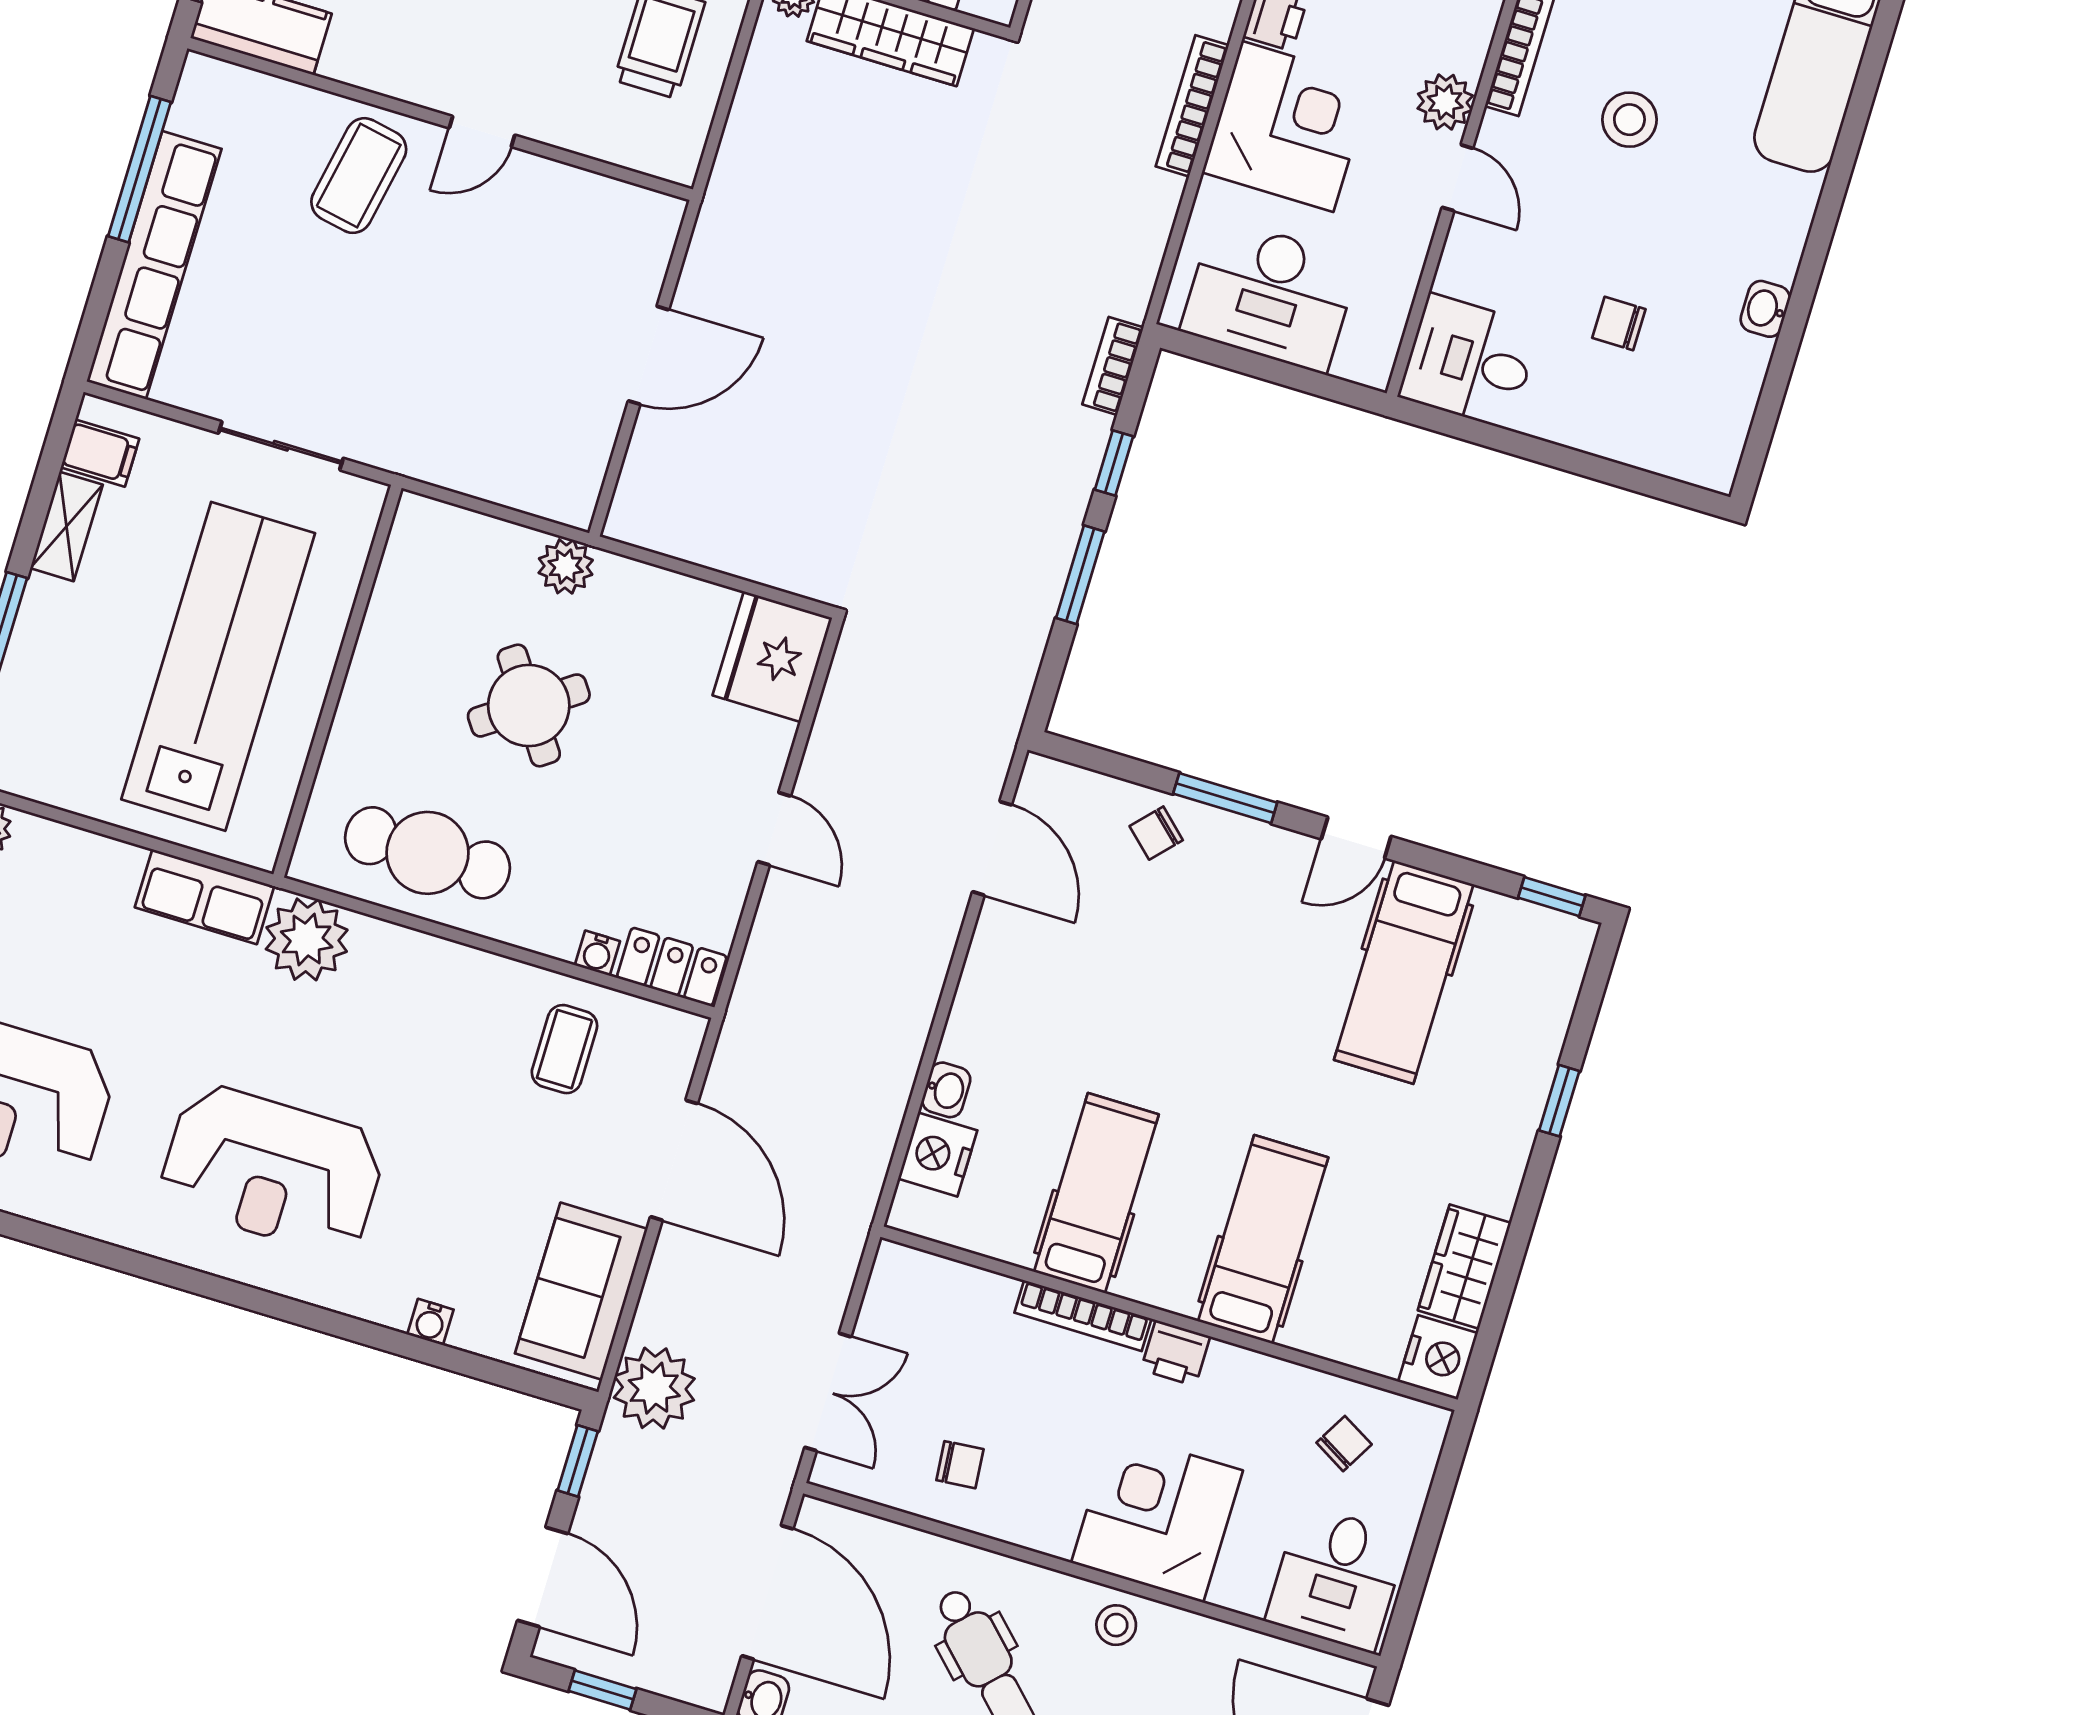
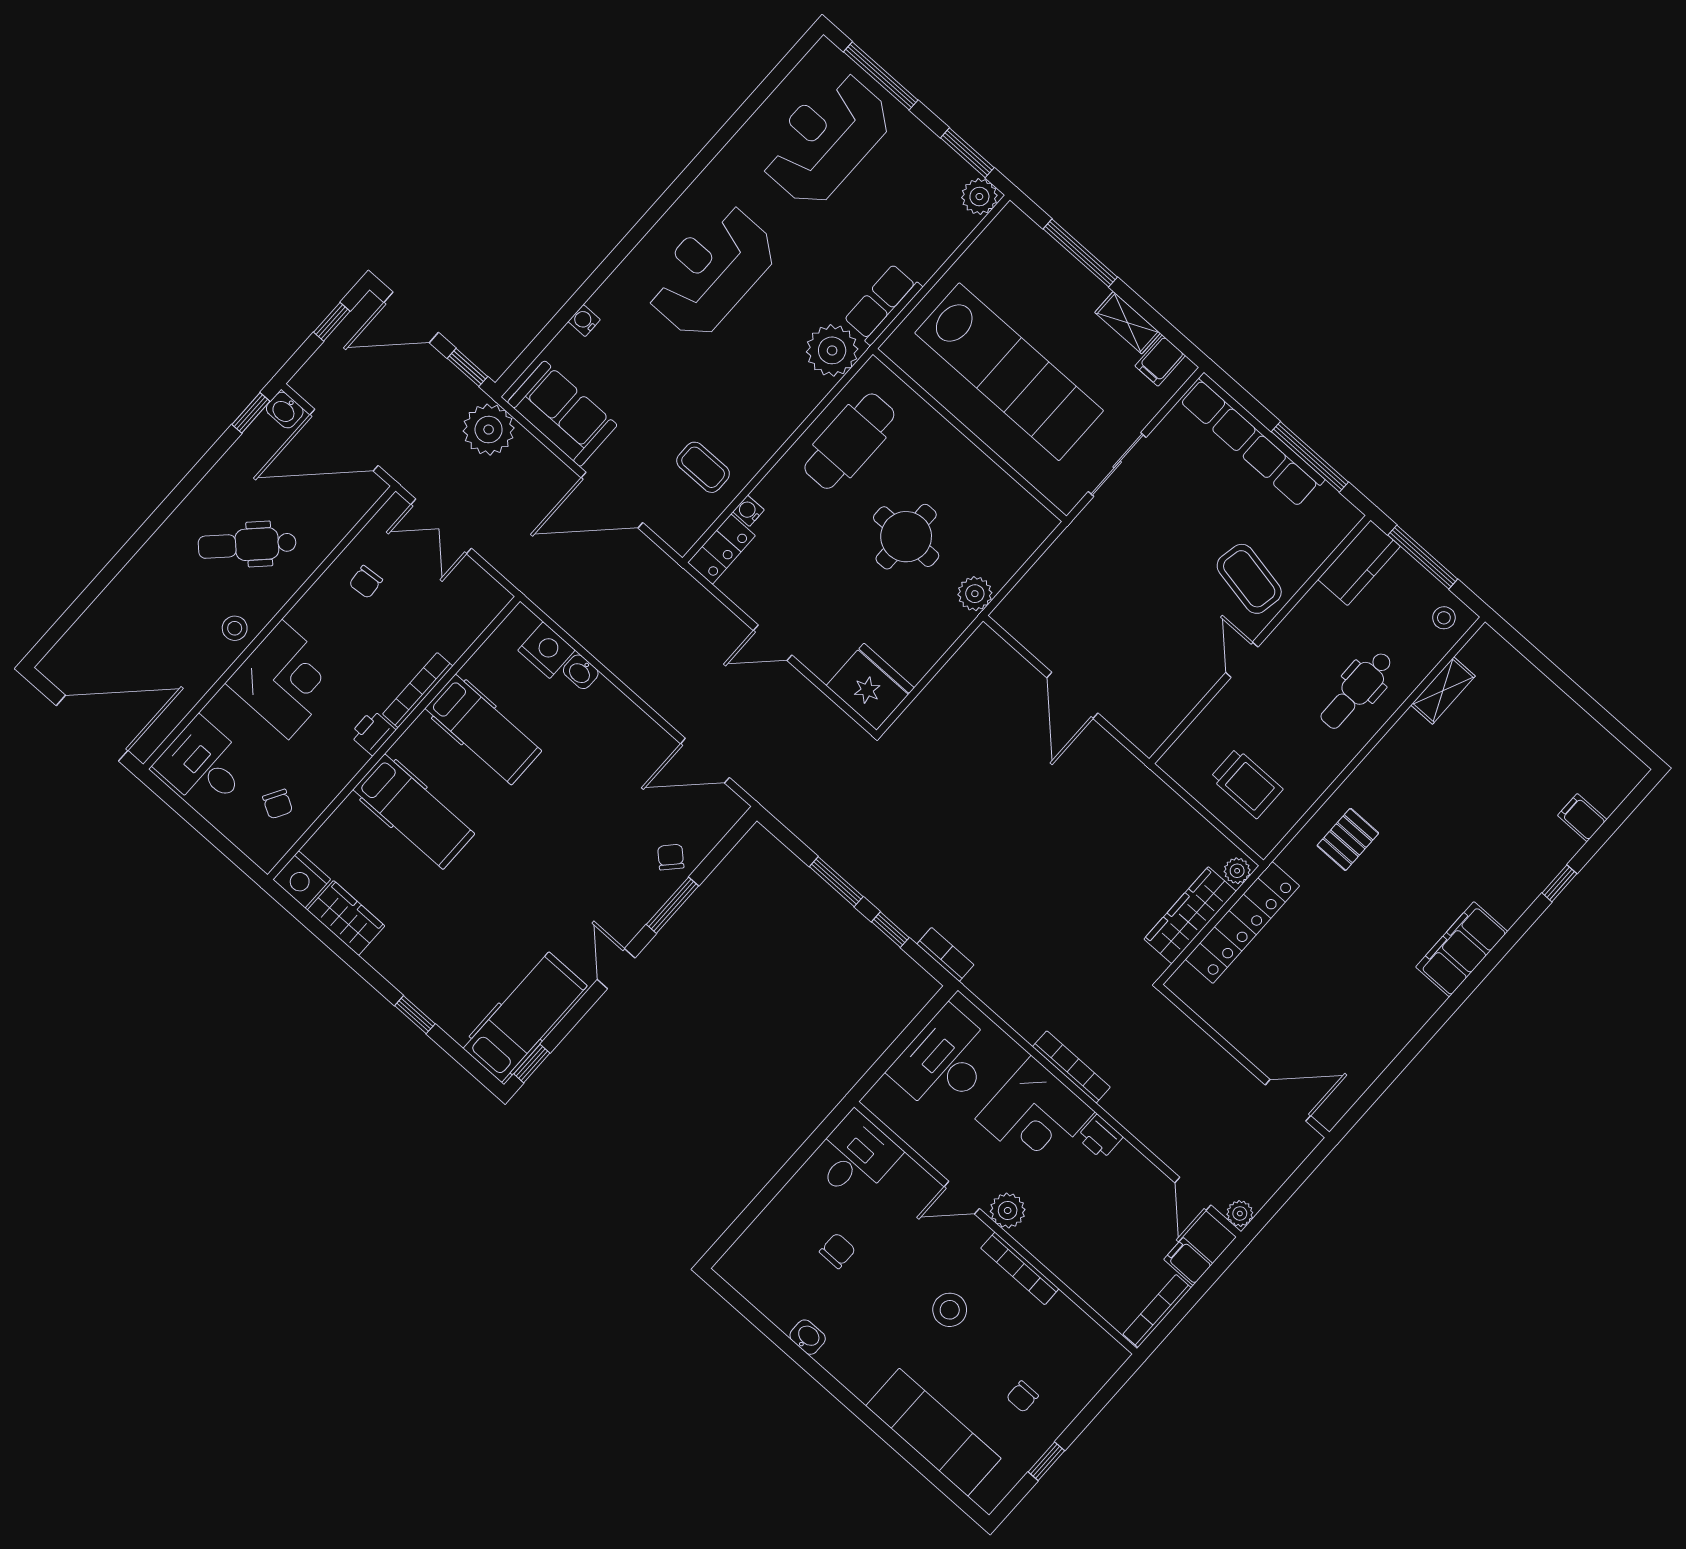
round table: (529, 705) -> (906, 537), turned 35
hospital bed: (1404, 972) -> (525, 1017), moved, turned 90

